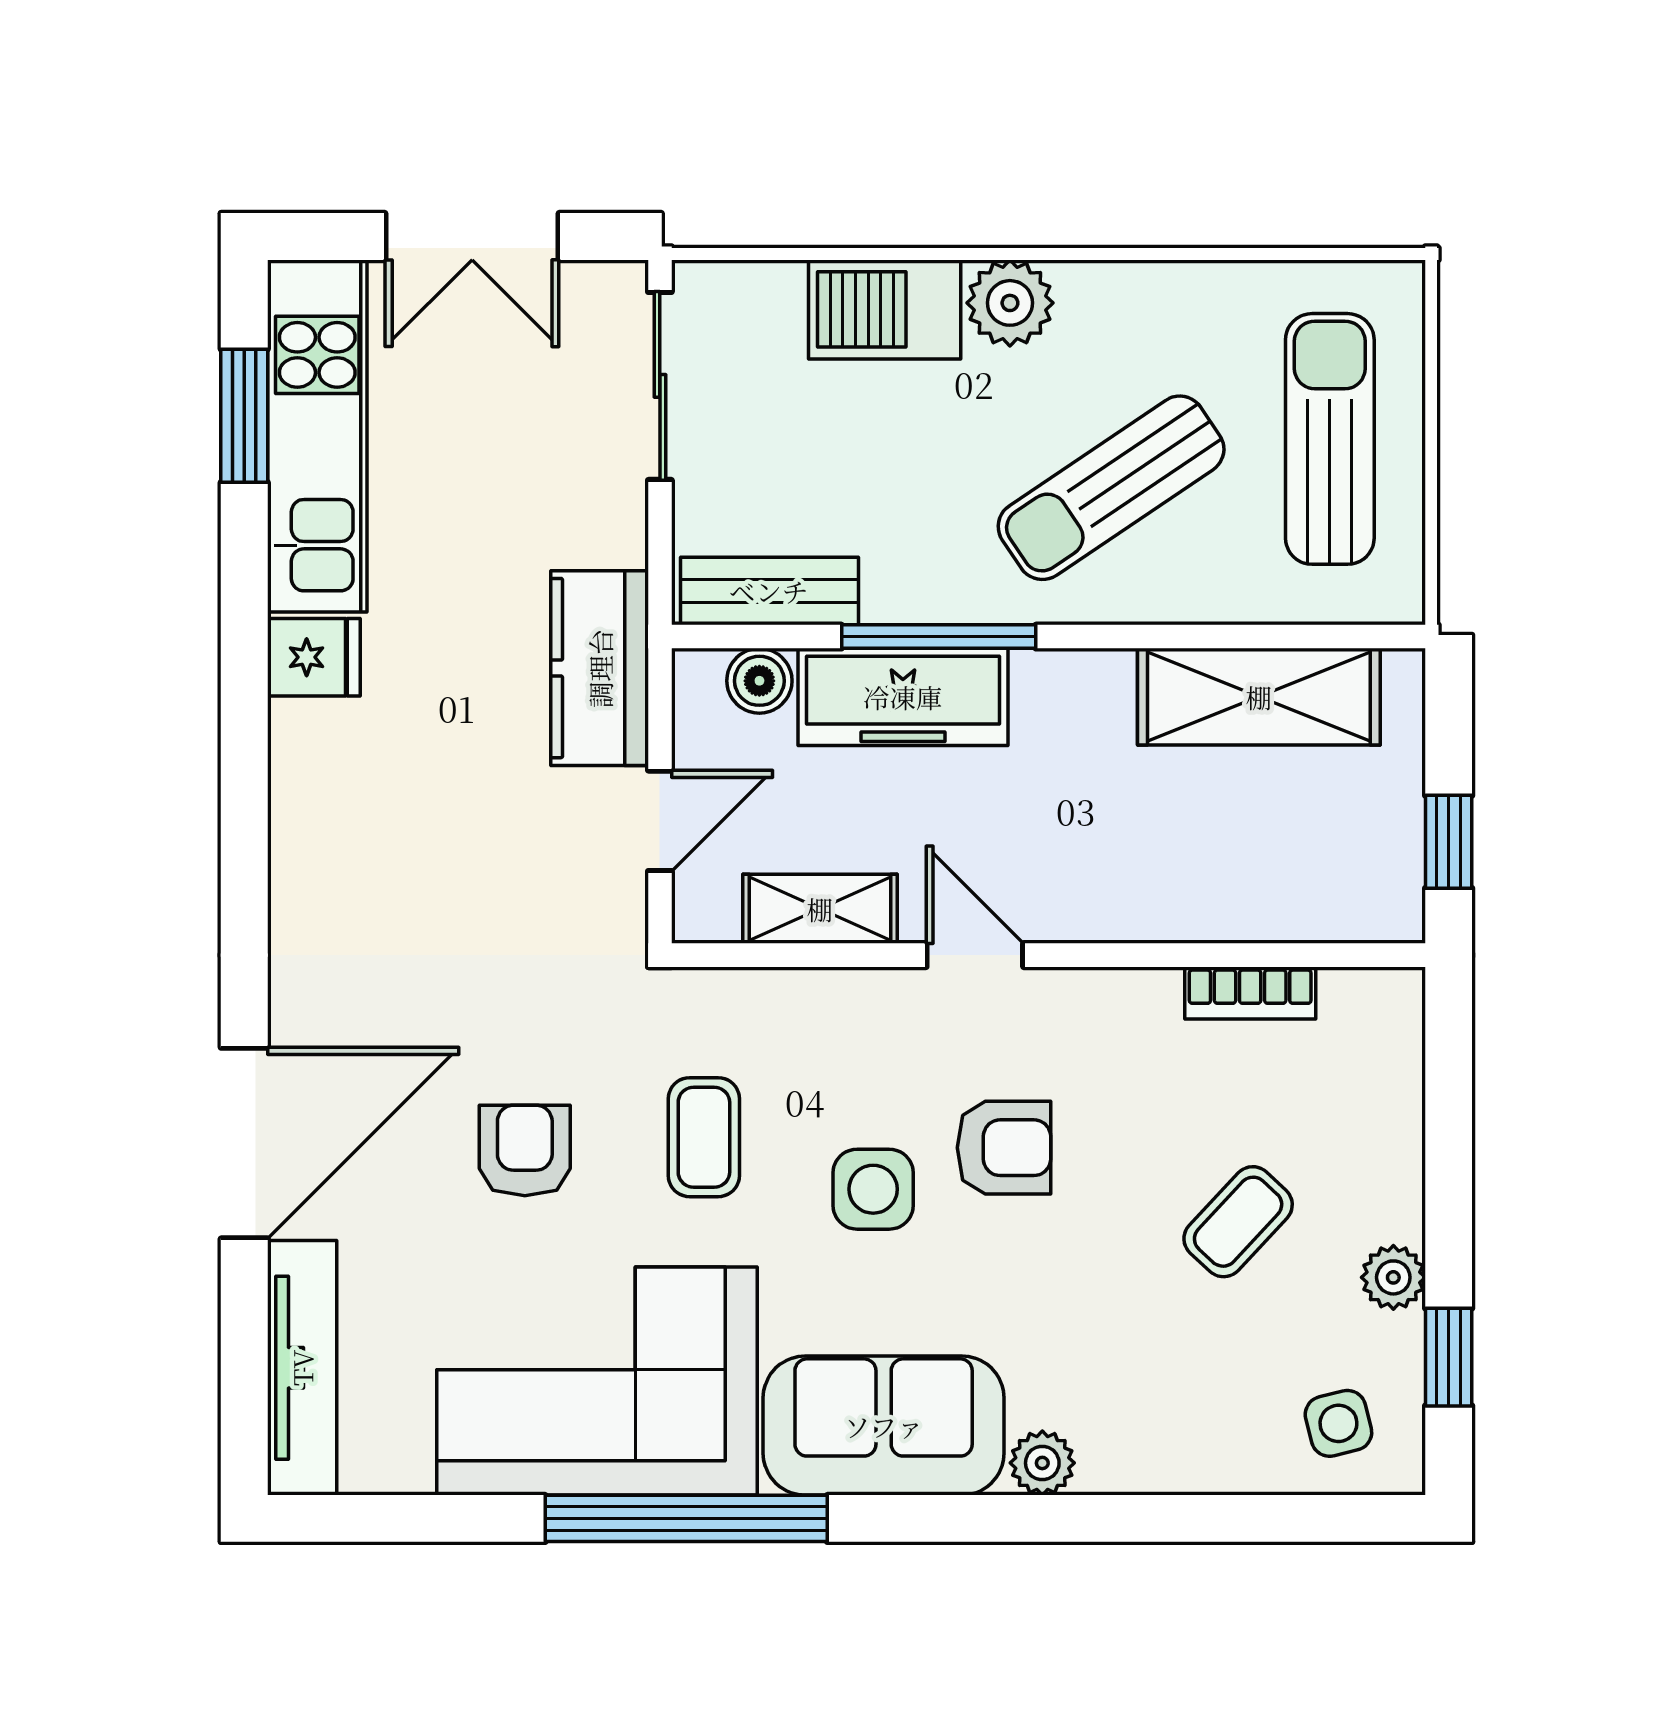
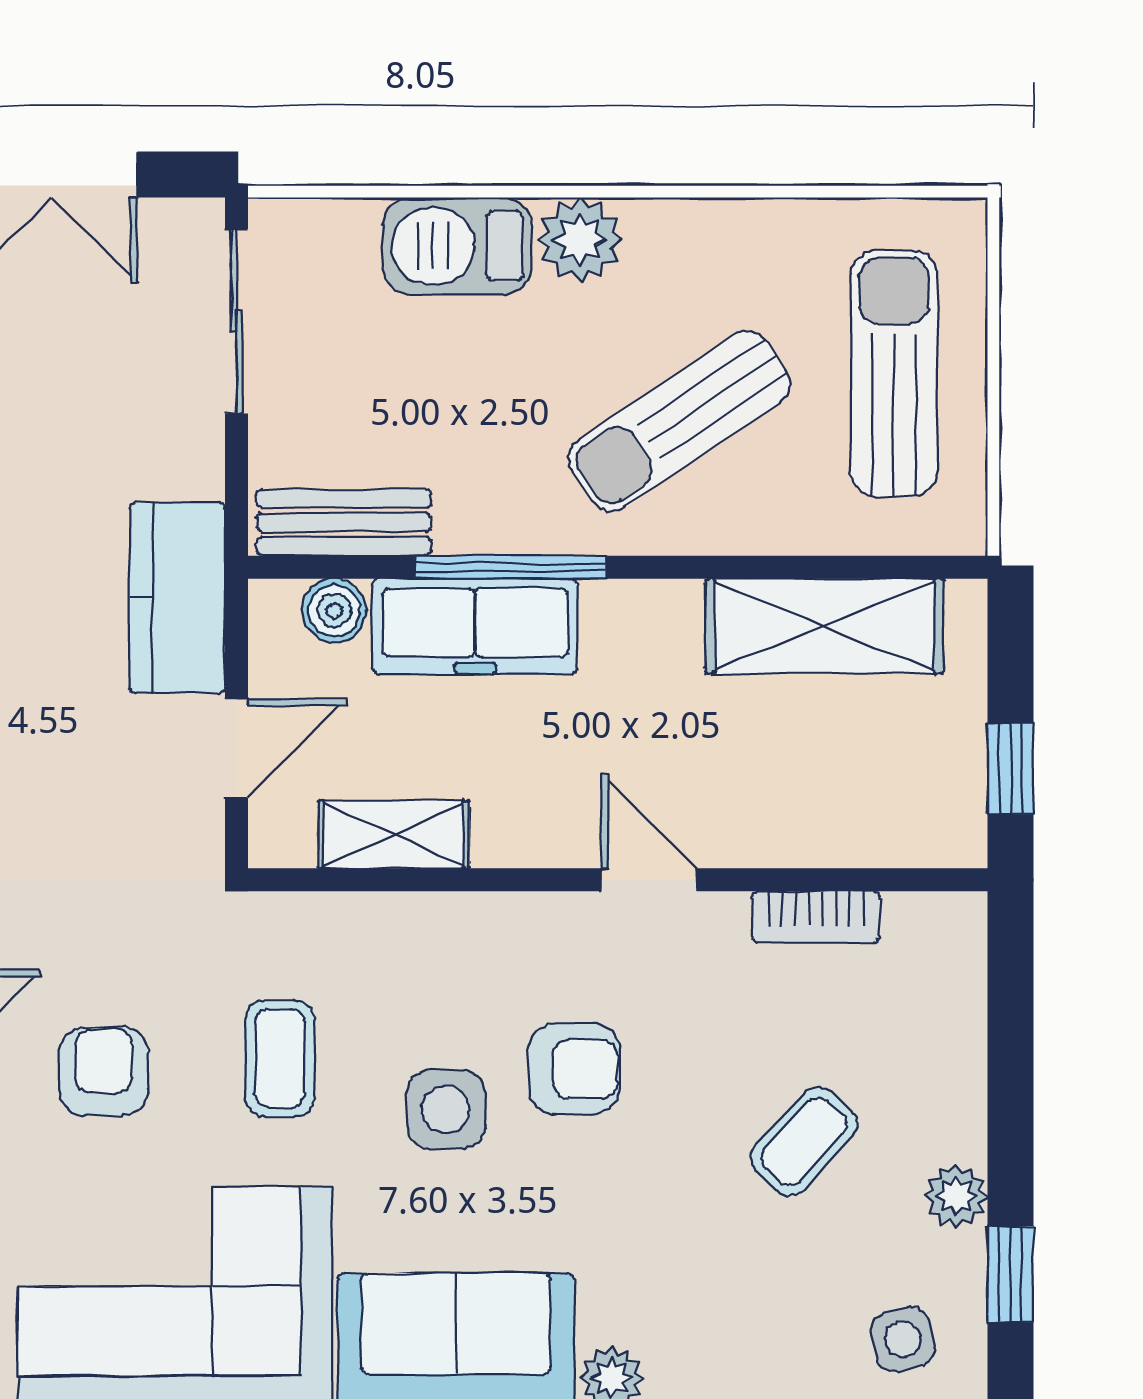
door: (975, 955) -> (649, 880), moved

